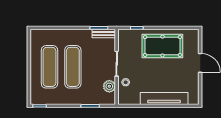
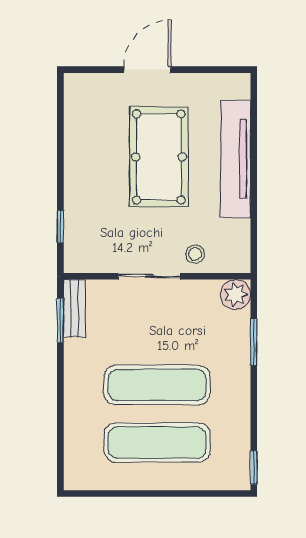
pool table: (162, 46) -> (159, 157), moved
plant: (109, 86) -> (236, 295), moved

